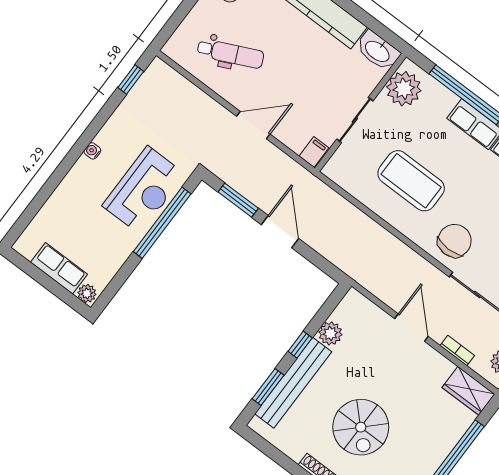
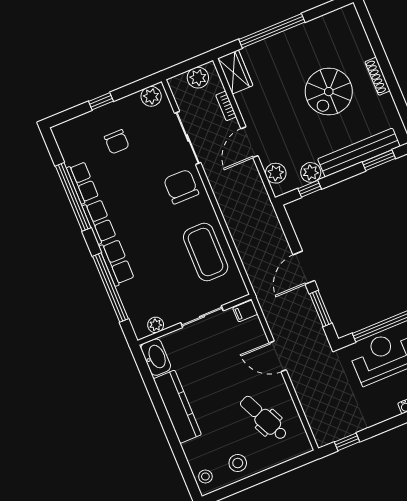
plant: (404, 89) -> (156, 325), width x0.53, depth x0.53
coffee table: (411, 181) -> (206, 252), moved
chair: (455, 241) -> (181, 187), turned 90
plant: (366, 312) -> (276, 173), added
window: (300, 345) -> (310, 189), moved
spiral stairs: (361, 427) -> (329, 92), turned 180

